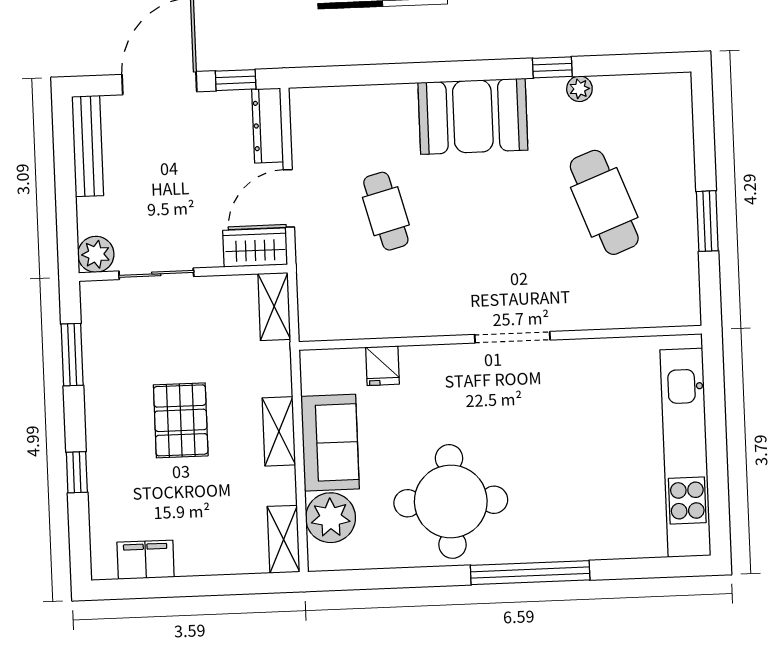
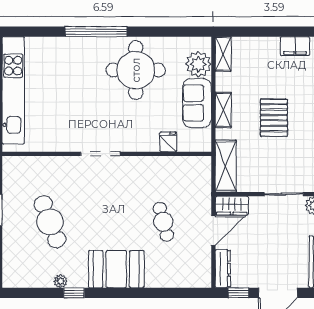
shelving: (274, 307) -> (226, 166), width x1.50, depth x1.33

